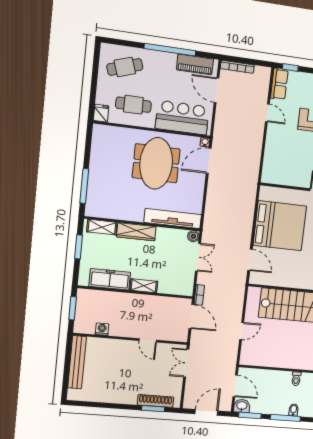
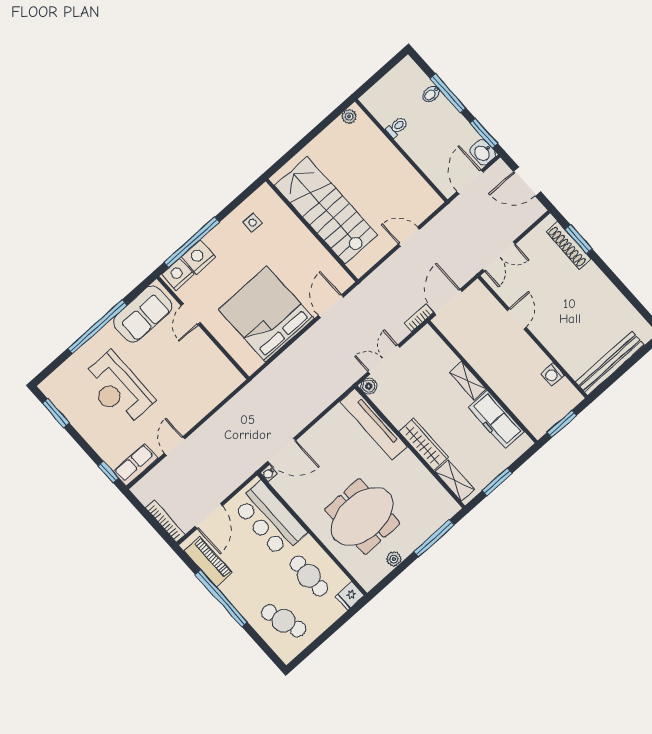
plant: (96, 155) -> (394, 559), added
meeting table: (156, 163) -> (362, 516), moved

